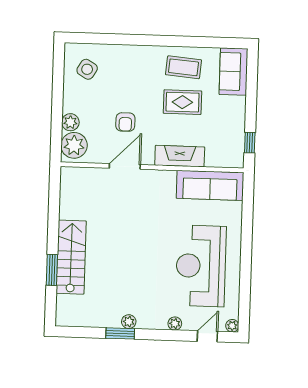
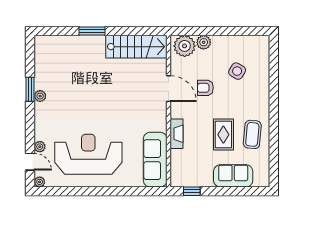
side table: (87, 69) -> (237, 71), moved
sofa: (233, 72) -> (233, 176), moved
fireplace: (180, 156) -> (177, 134), width x0.73, depth x0.76
stairs: (71, 257) -> (136, 47), moved
window: (52, 270) -> (92, 31), moved
plant: (175, 324) -> (40, 147), moved

